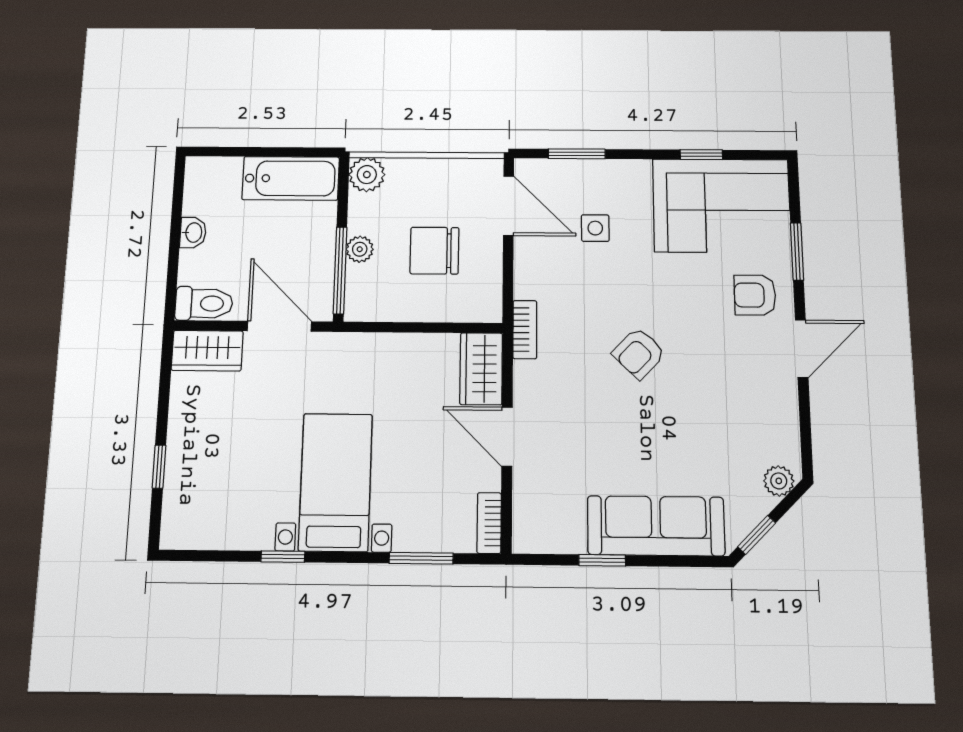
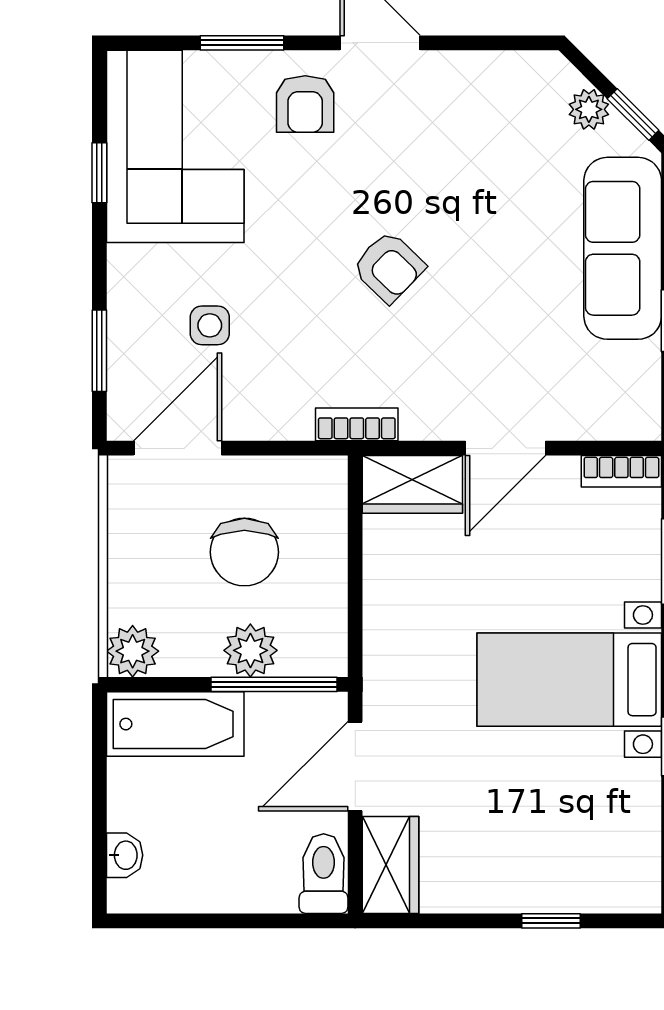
bathtub: (291, 178) -> (175, 724), moved, turned 90
washbasin: (193, 233) -> (125, 855), moved, turned 90
plant: (360, 249) -> (250, 650), width x1.38, depth x1.38
plant: (779, 481) -> (589, 109), moved

